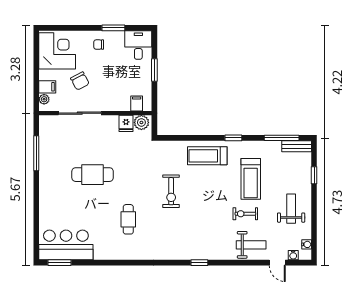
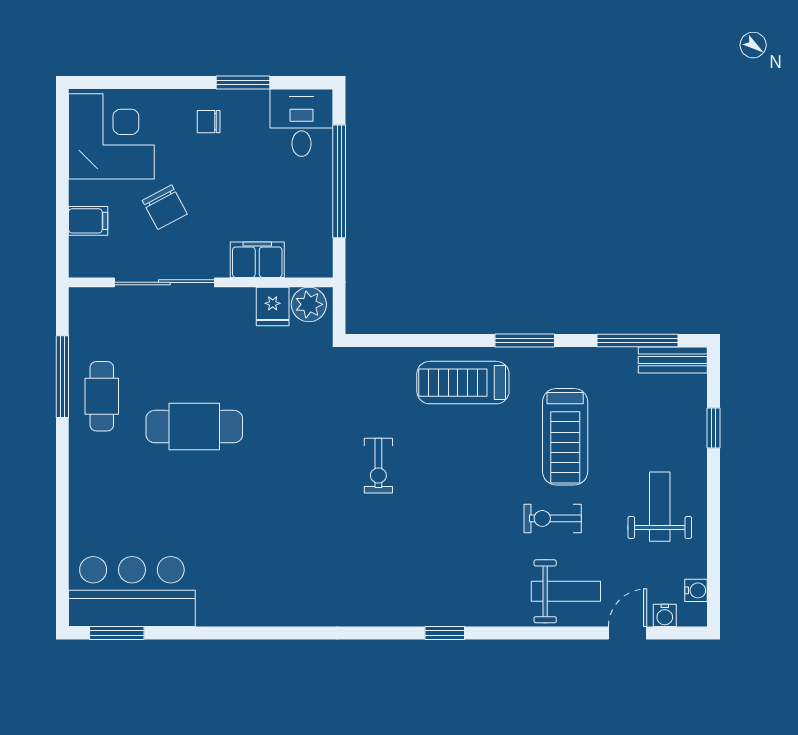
window: (154, 70) -> (339, 181), width x2.11
plant: (44, 99) -> (81, 250), removed
filing cabinet: (137, 103) -> (257, 260), moved, width x2.00
window: (233, 138) -> (525, 340), width x1.50
exercise bike: (171, 191) -> (378, 466), width x0.73, depth x0.72
cafe table: (128, 219) -> (102, 396), moved
door: (277, 263) -> (628, 633), swing flipped

